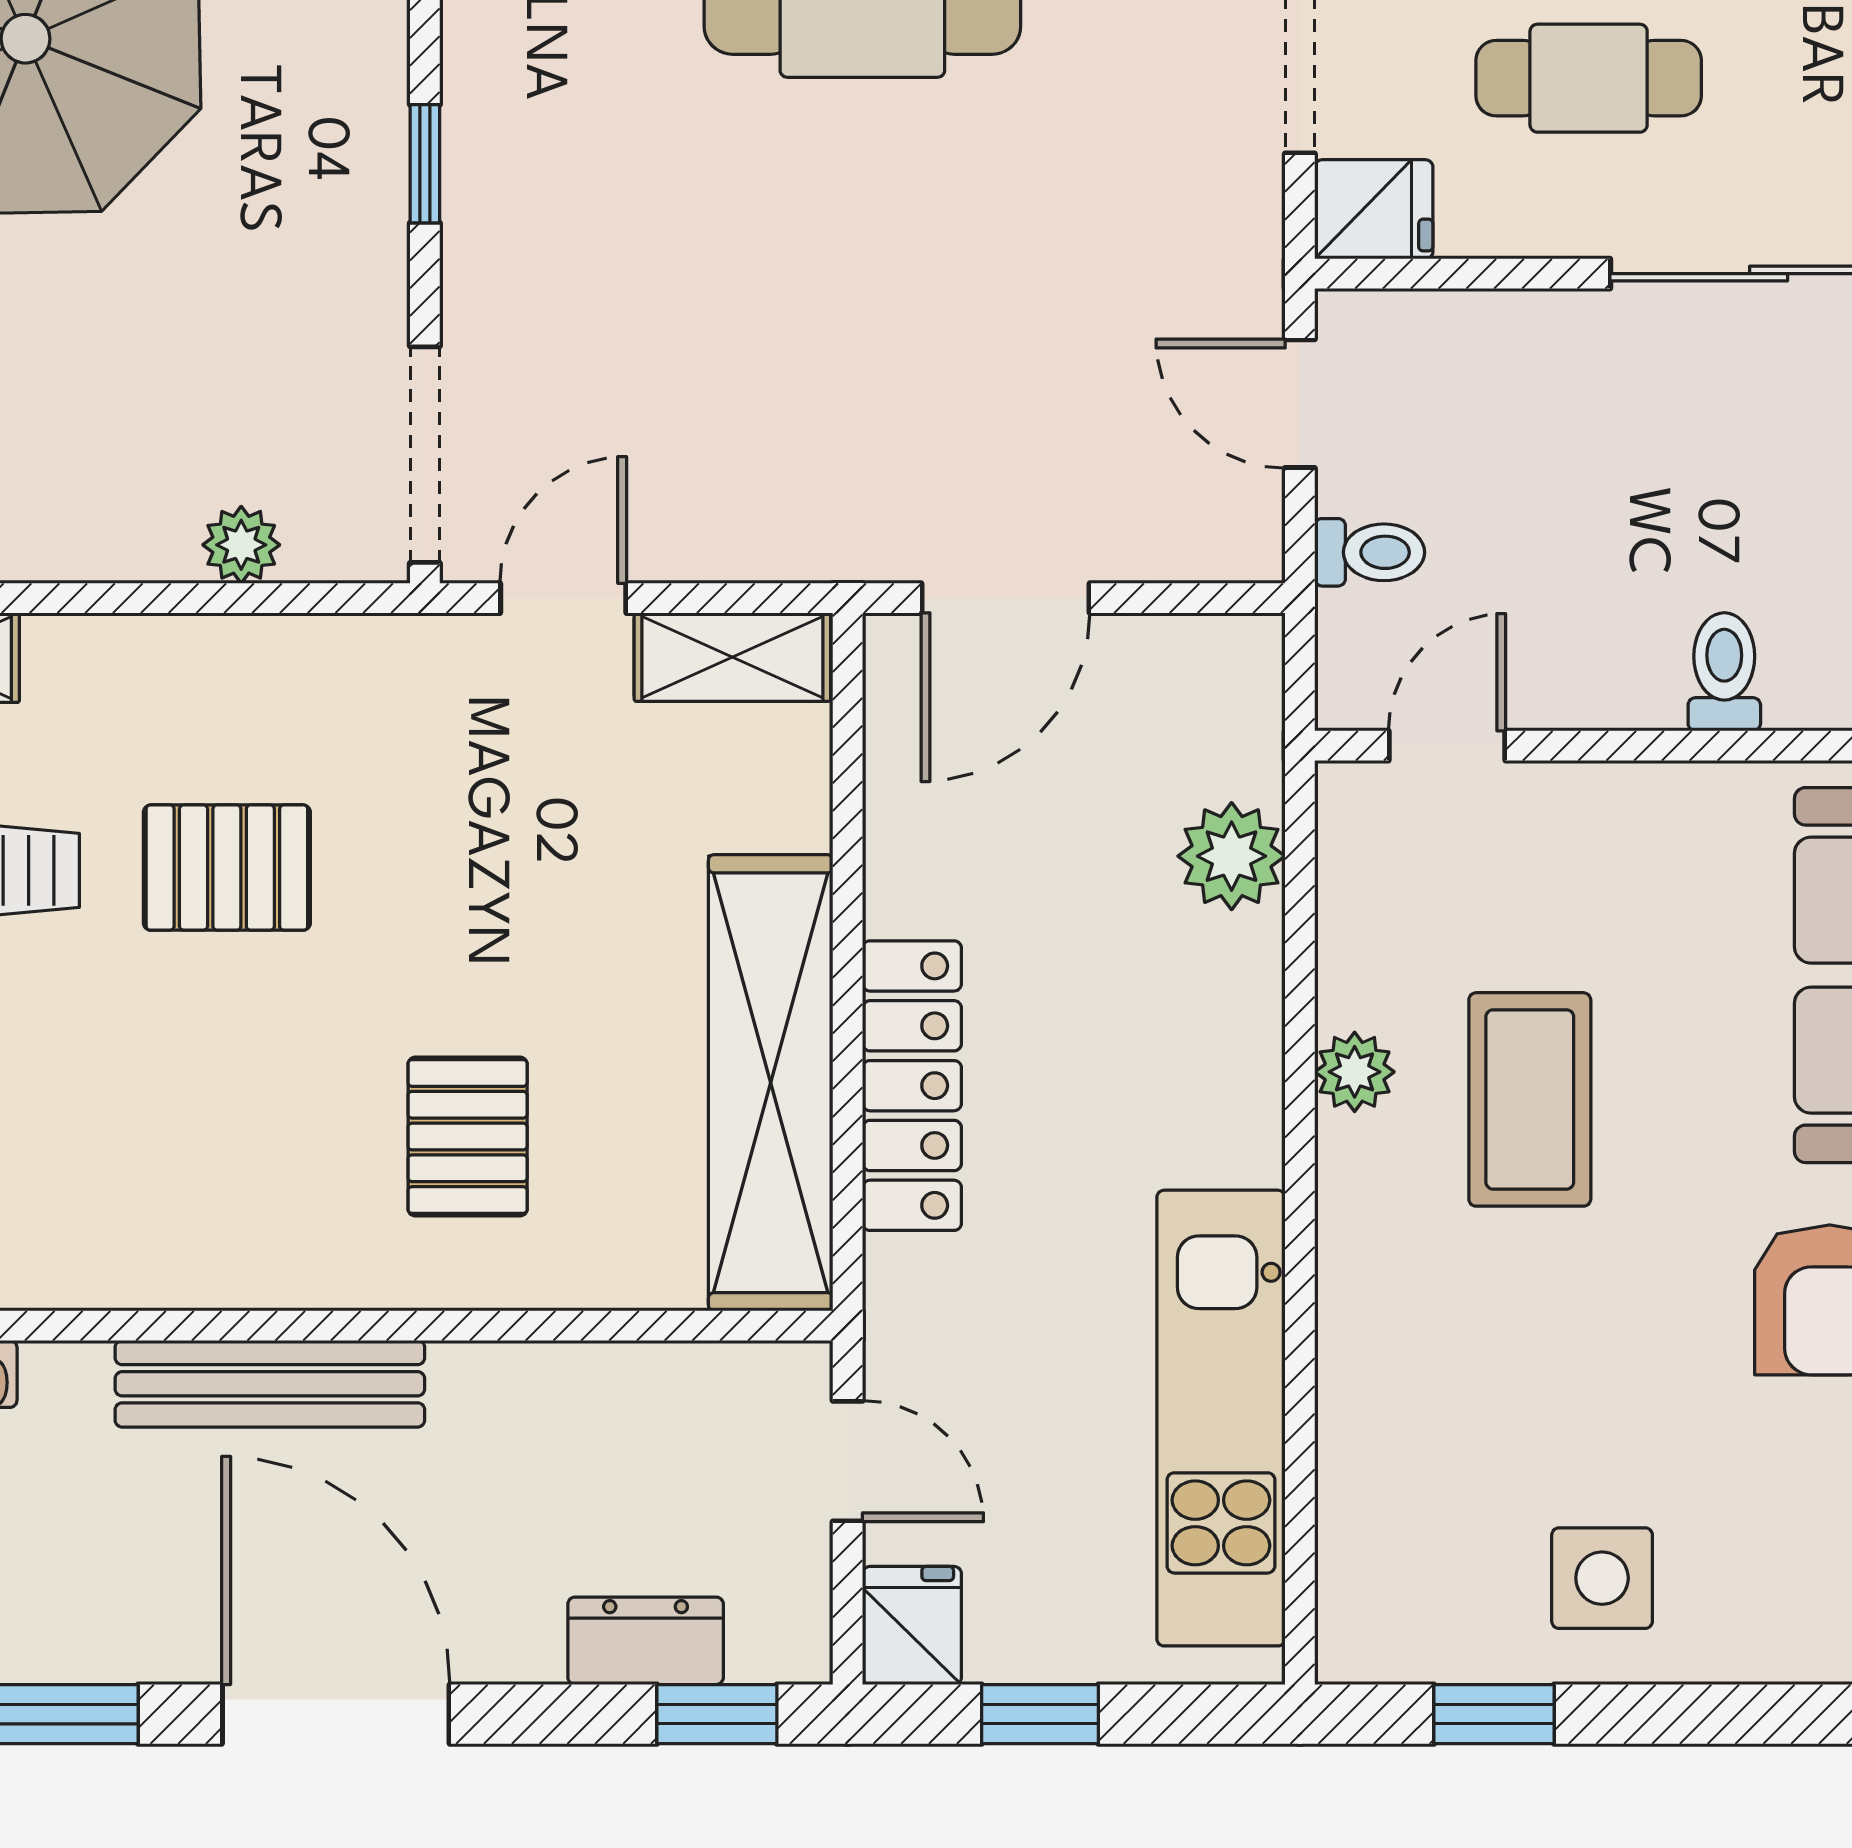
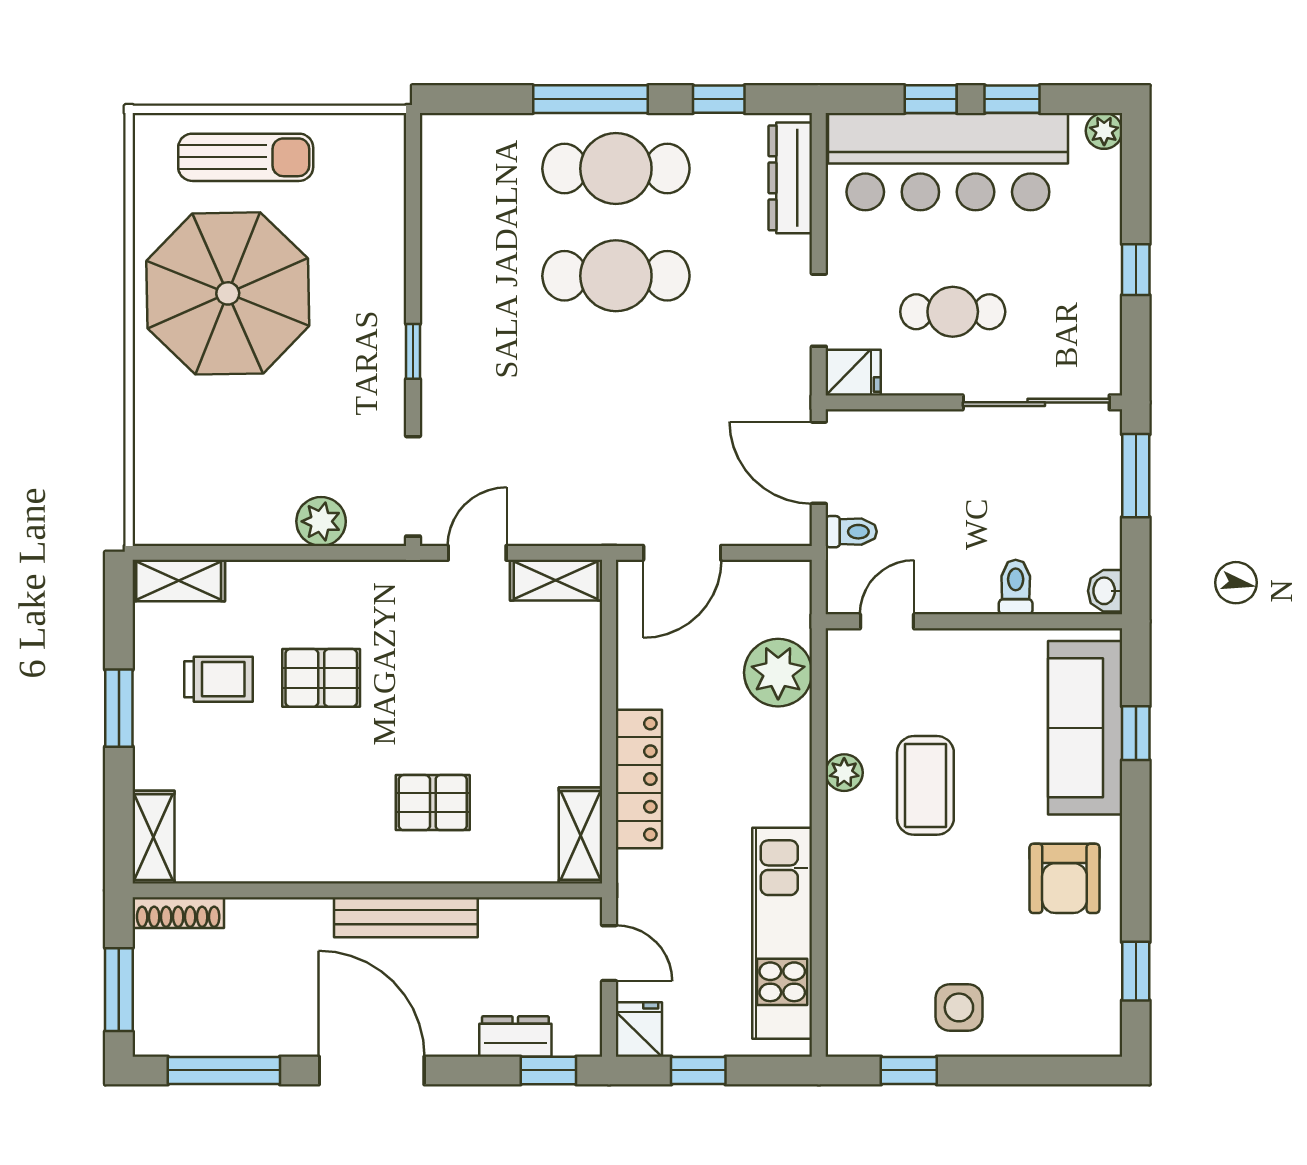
door: (1300, 404) -> (819, 463), width x1.38
plant: (241, 545) -> (321, 521), width x1.38, depth x1.38
plant: (1232, 856) -> (778, 673), width x1.36, depth x1.36
shelving: (771, 1083) -> (581, 835), width x0.45, depth x0.75
pallet: (468, 1137) -> (433, 803), turned 90
bench: (270, 1384) -> (406, 917), moved

